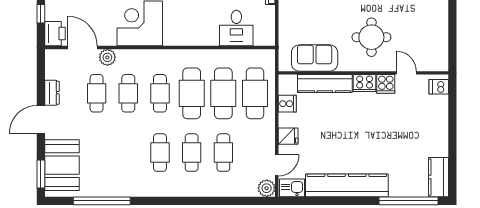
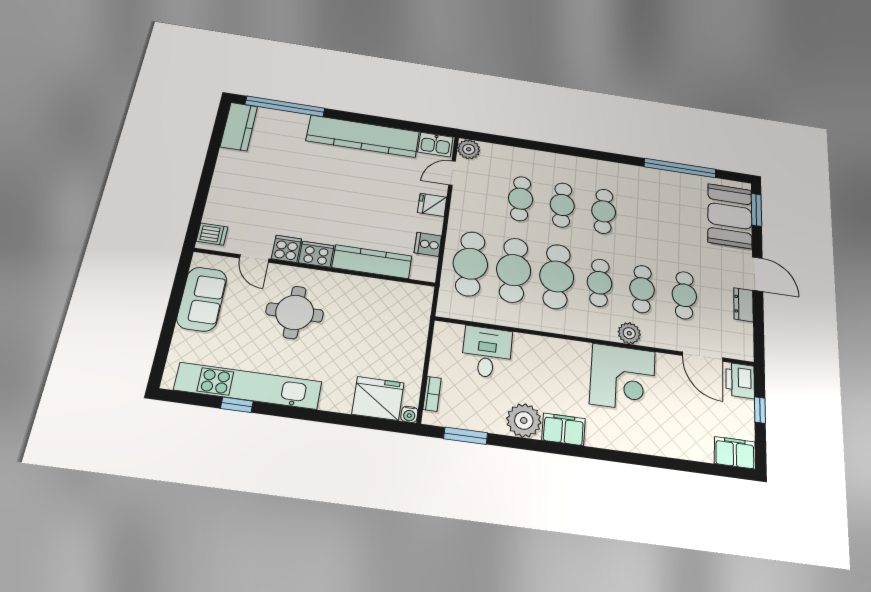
plant: (107, 57) -> (629, 333), moved
sofa: (315, 58) -> (202, 299), moved, turned -90
door: (41, 119) -> (758, 274), hinge flipped

